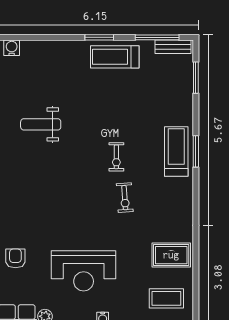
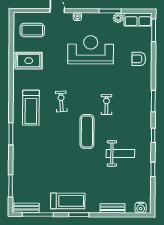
bench: (51, 47) -> (112, 208), added
treadmill: (176, 151) -> (31, 108), moved
exercise mat: (88, 155) -> (87, 131), added
exercise bike: (116, 157) -> (106, 105), moved
armchair: (15, 258) -> (139, 59), turned 90

